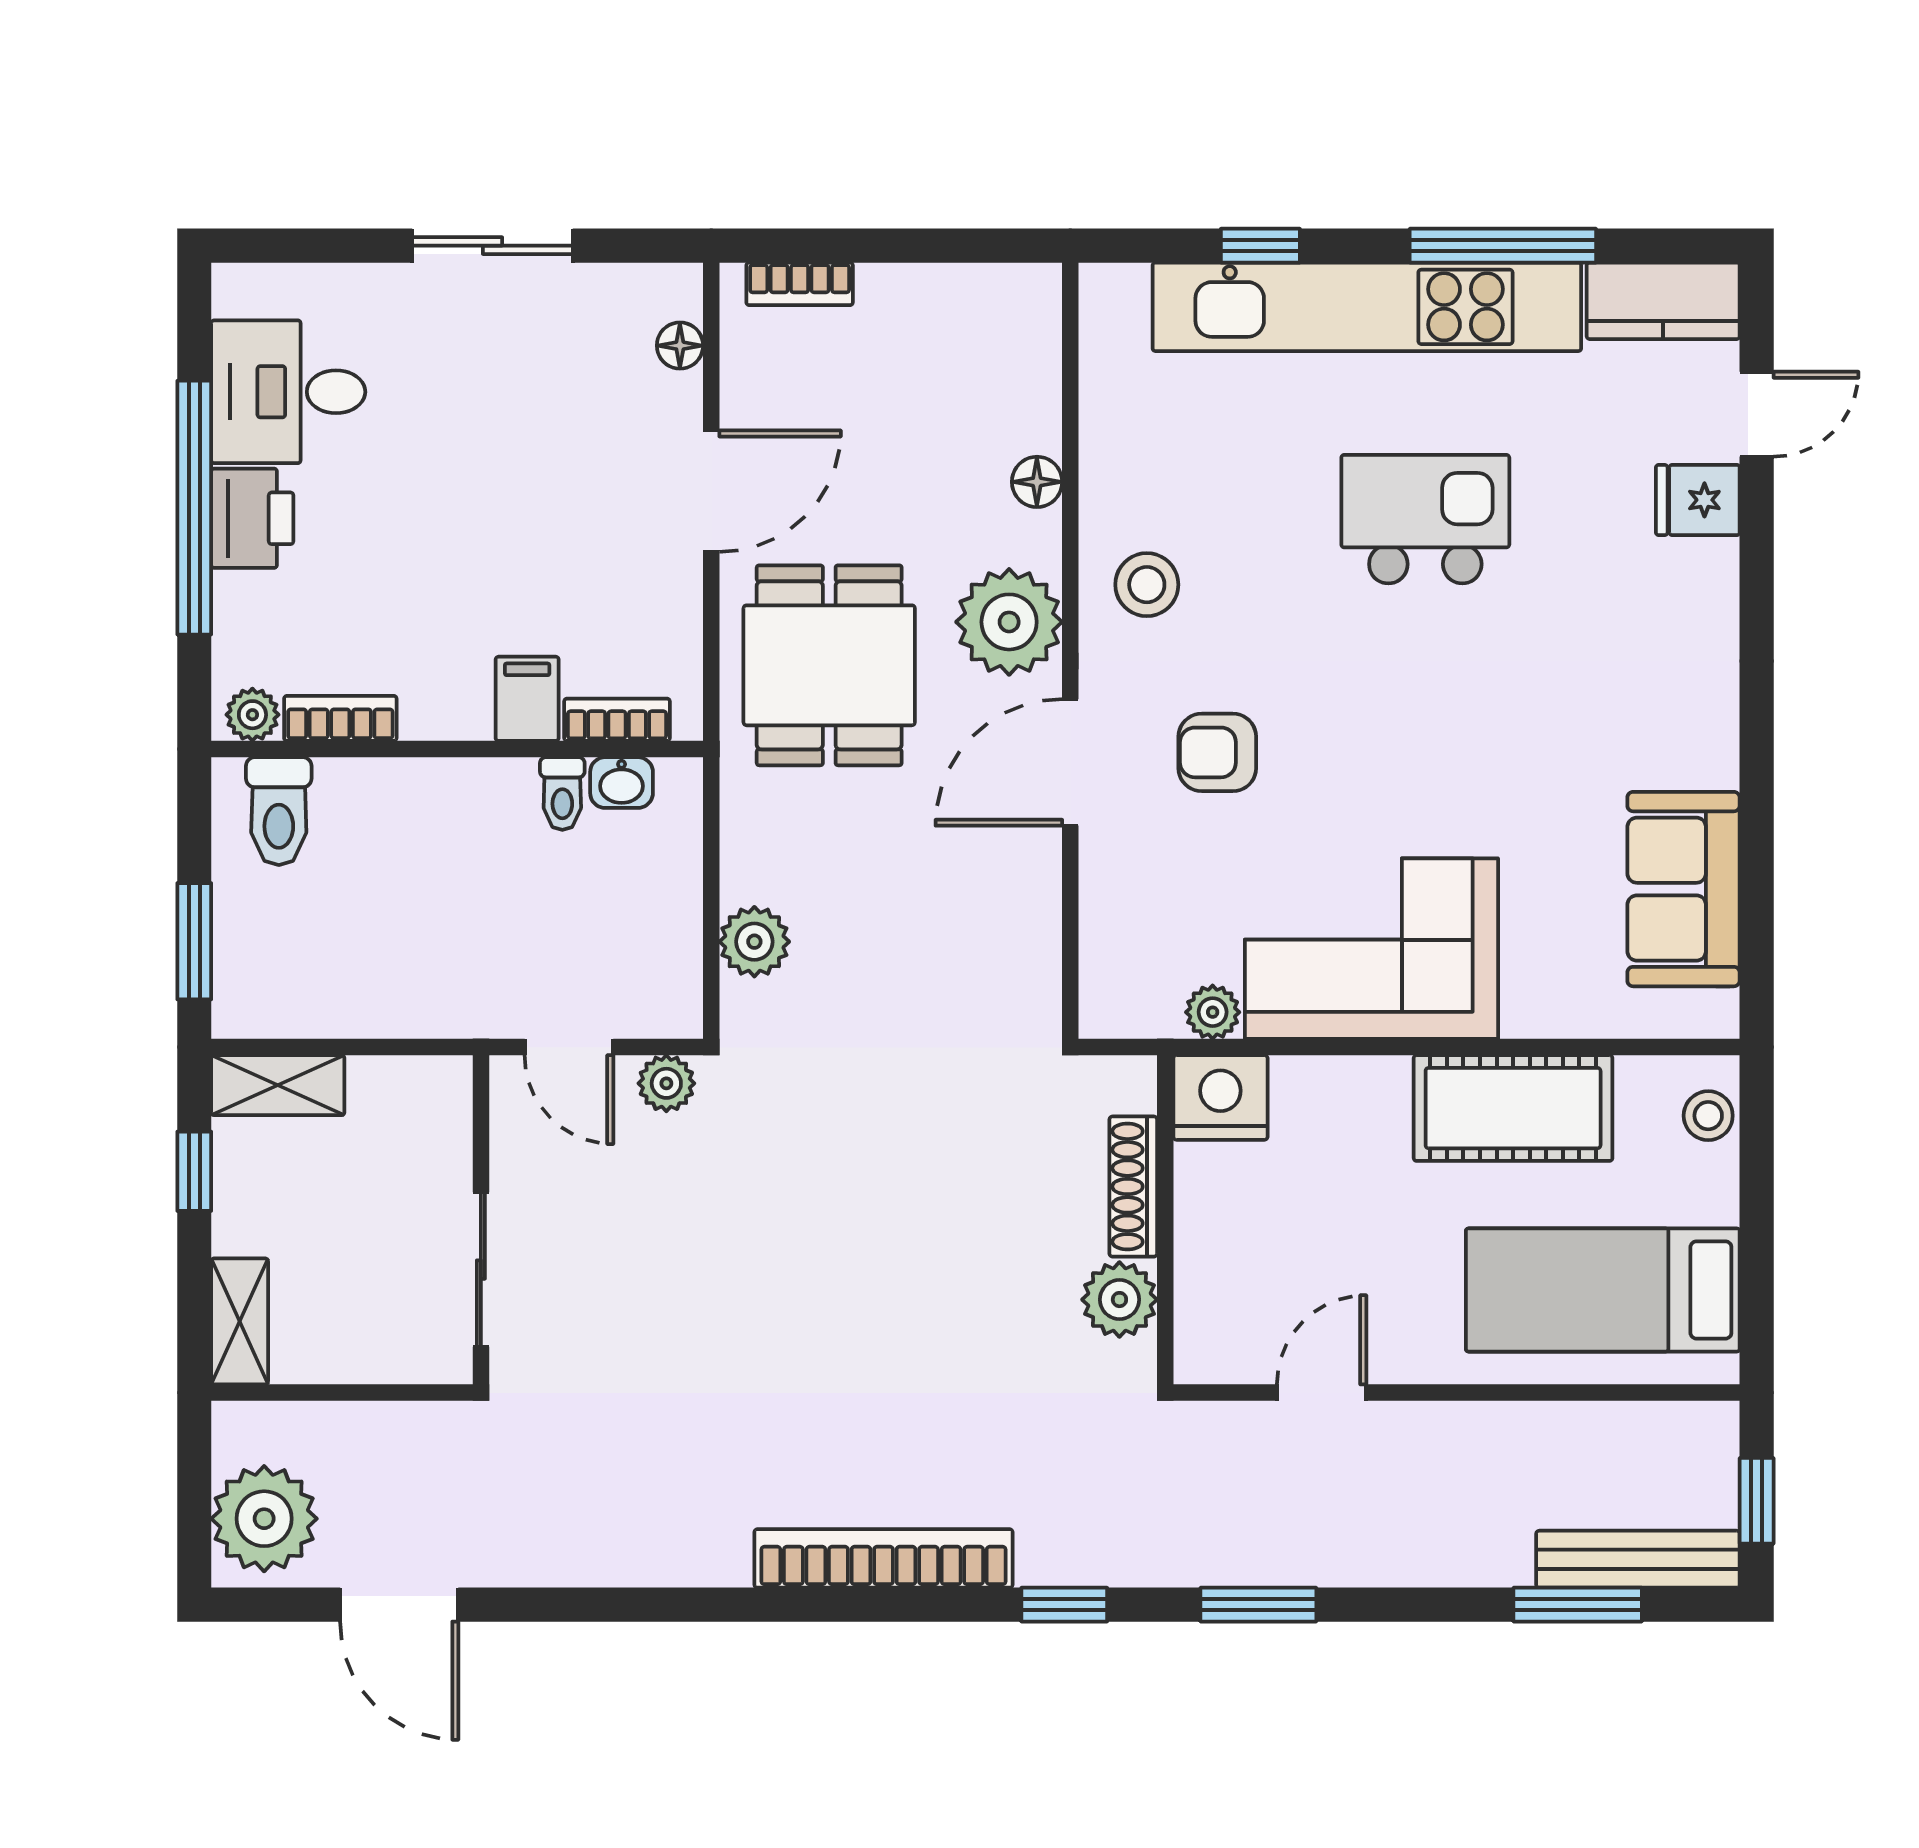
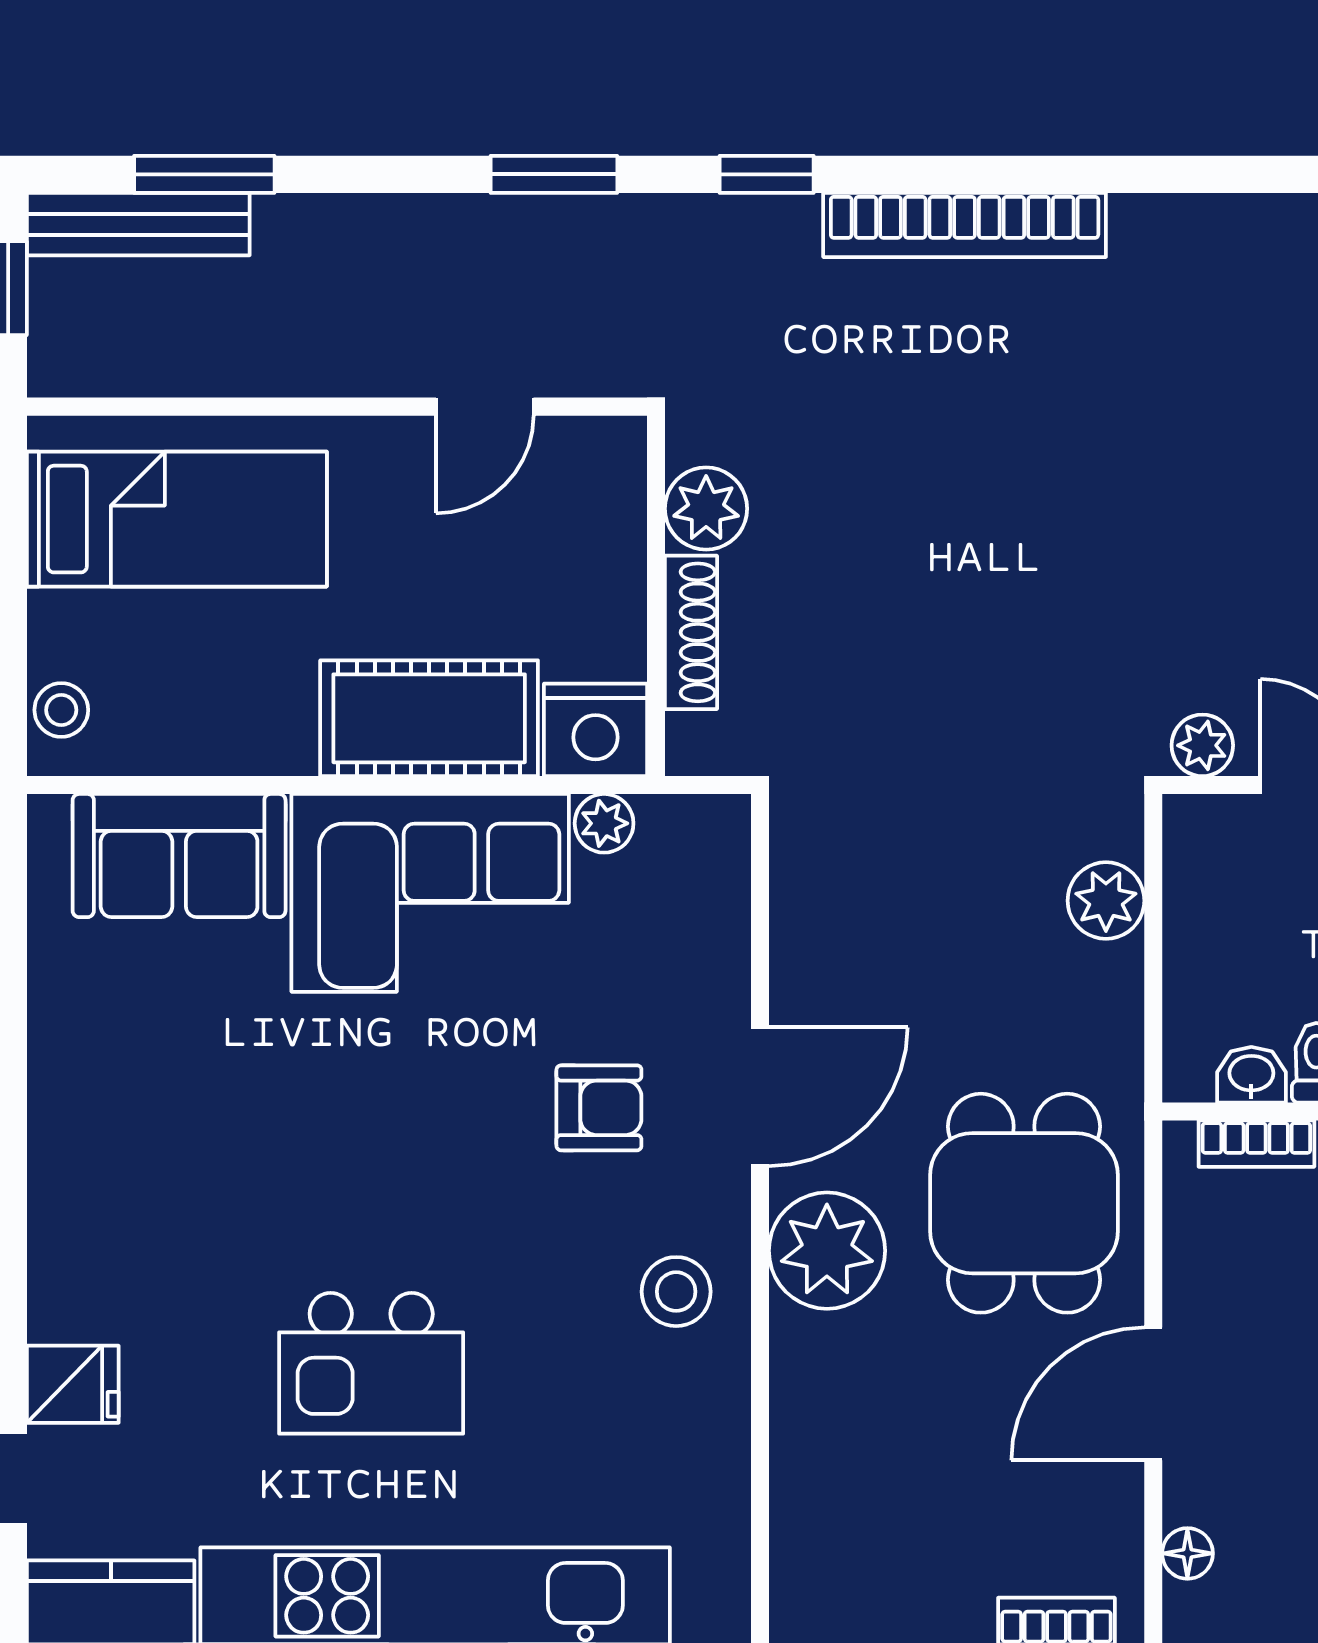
floor lamp: (1037, 482) -> (796, 1404), removed
sofa: (1683, 889) -> (179, 856), moved, turned 90
cot: (1513, 1108) -> (429, 718), moved

